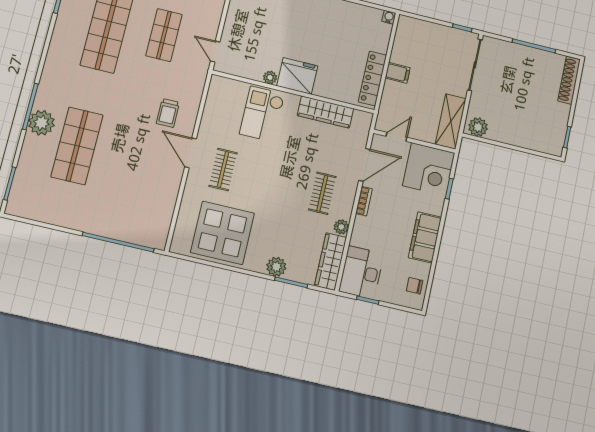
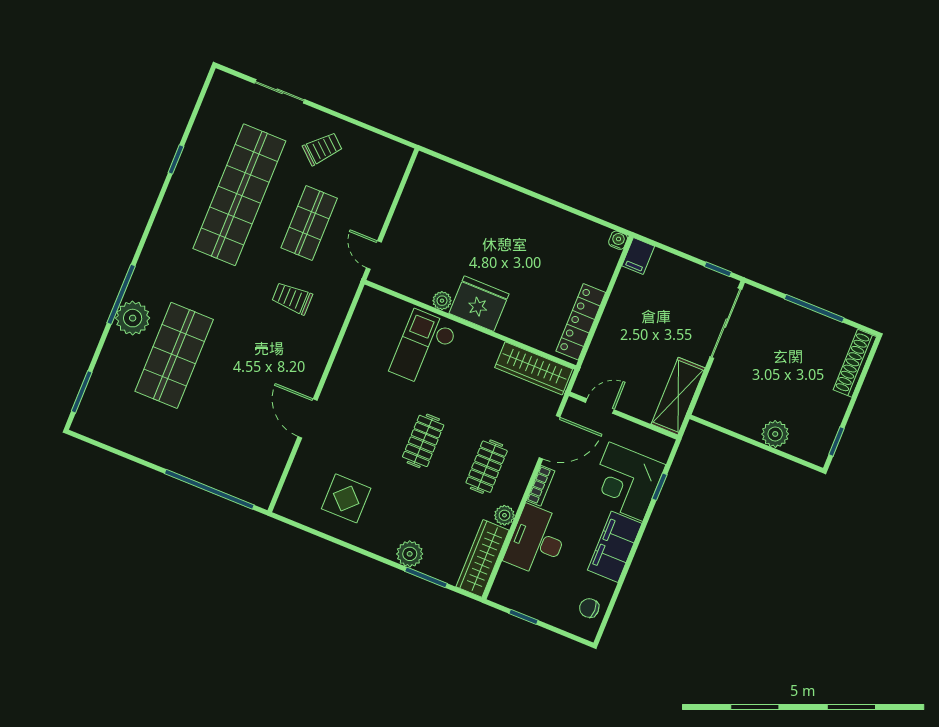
filing cabinet: (398, 73) -> (638, 256), moved, turned 90
wardrobe: (325, 112) -> (534, 368), moved
trolley: (168, 113) -> (292, 298), moved, turned 90
plant: (478, 127) -> (775, 434), moved
door: (191, 153) -> (307, 418), moved
corner desk: (429, 169) -> (626, 482), moved, turned 90
clothes rail: (223, 170) -> (423, 441), moved
display table: (222, 233) -> (346, 498), width x0.54, depth x0.54
desk: (361, 273) -> (537, 541), moved

